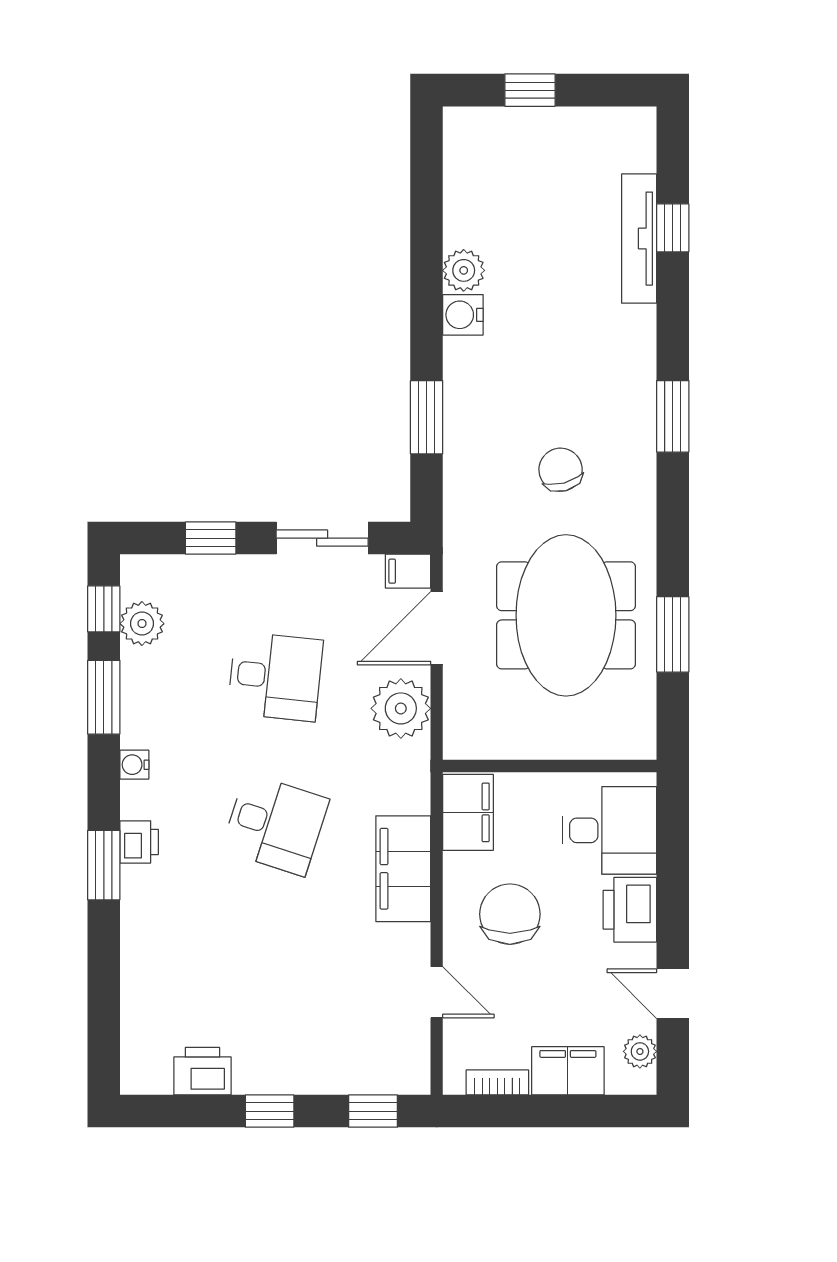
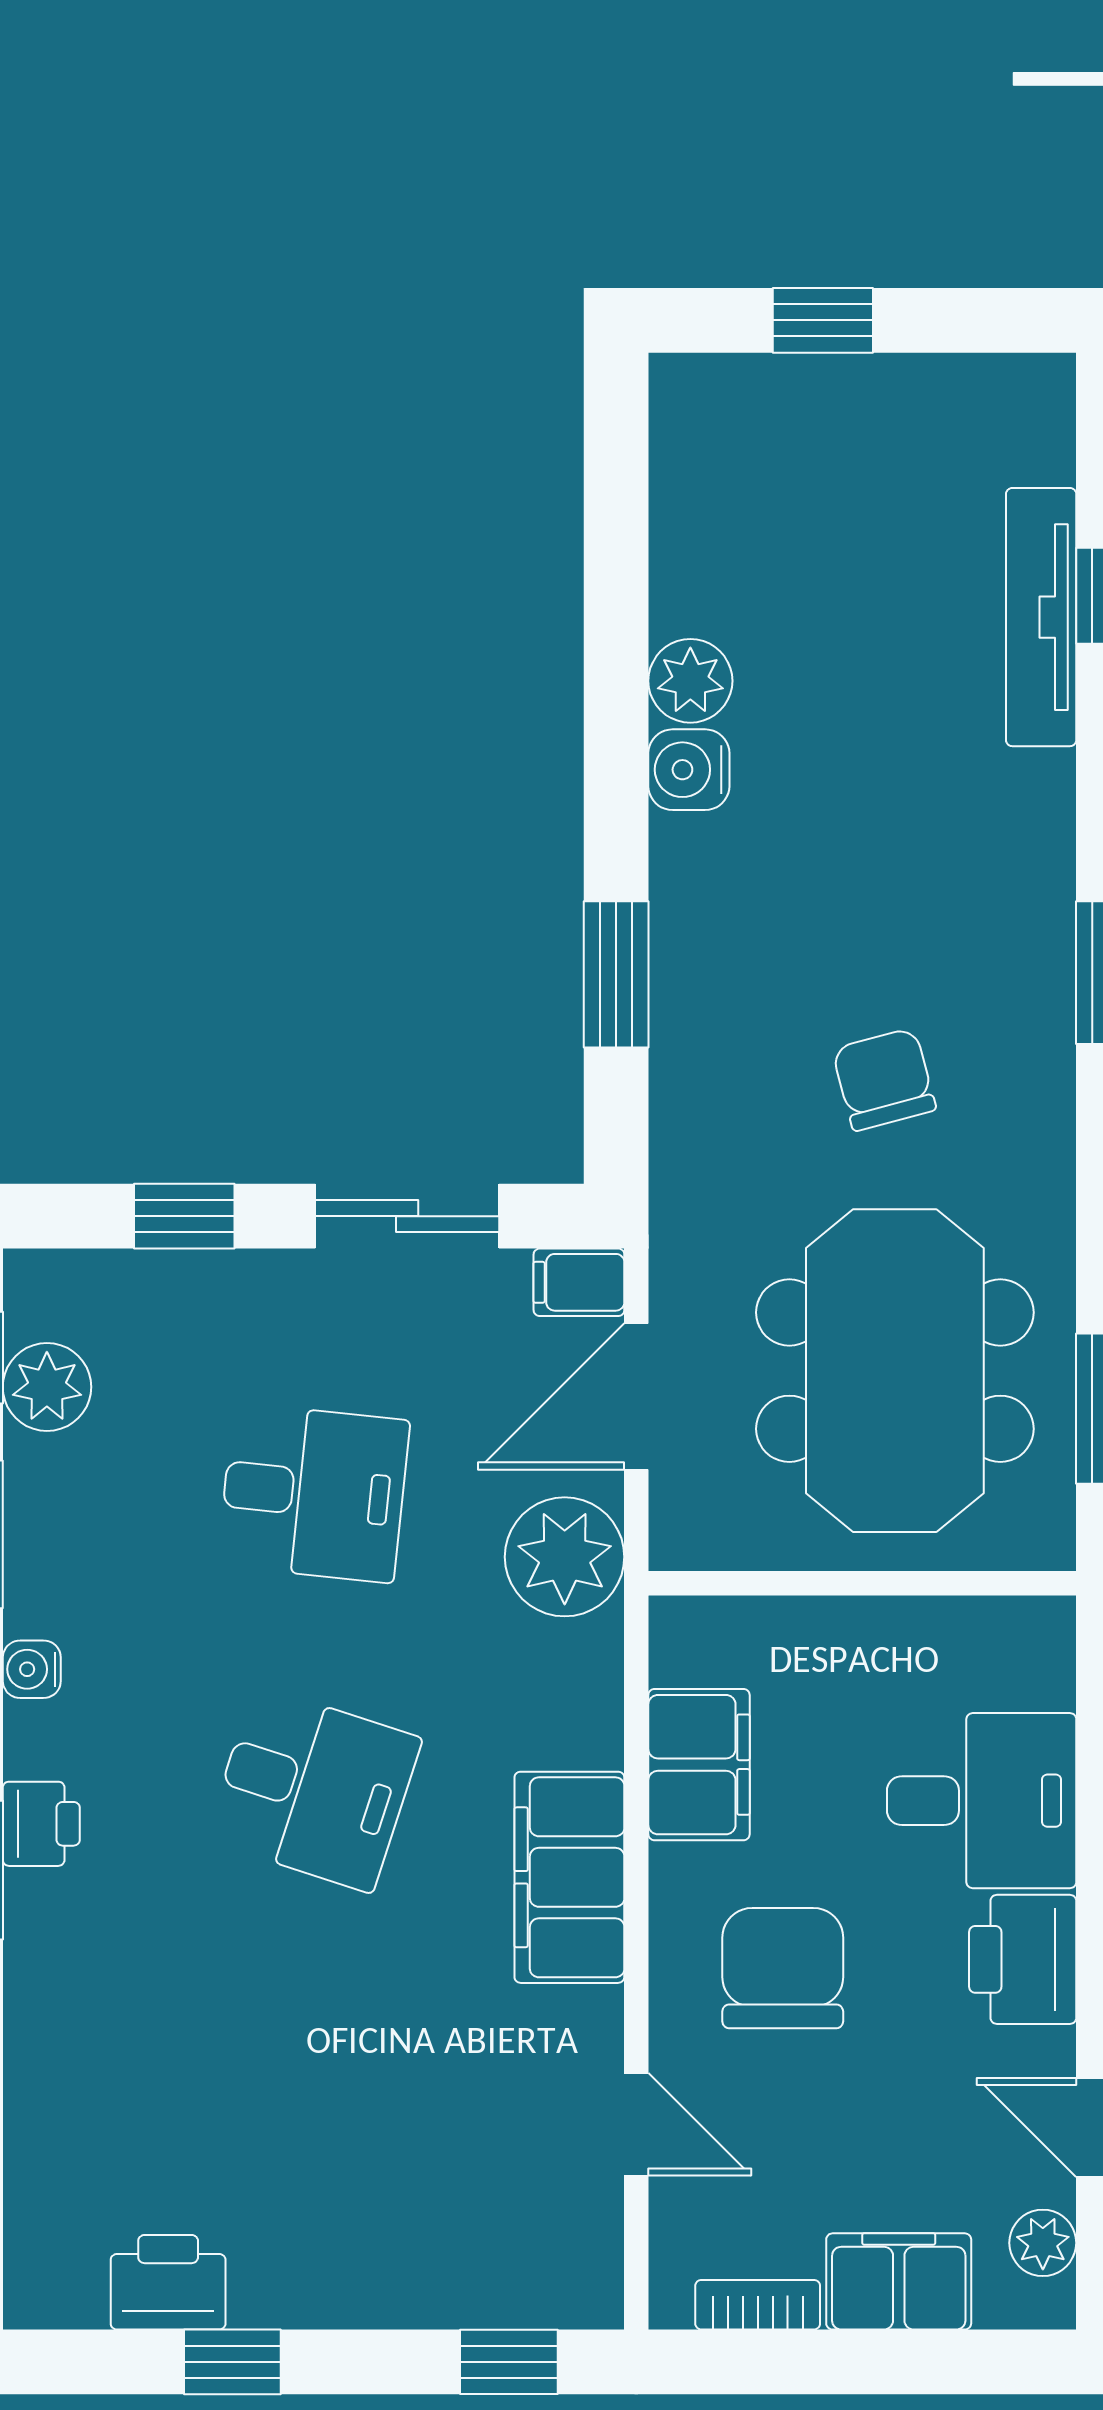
wall: (550, 766) -> (862, 1583), moved
window: (270, 1111) -> (232, 2362), moved

